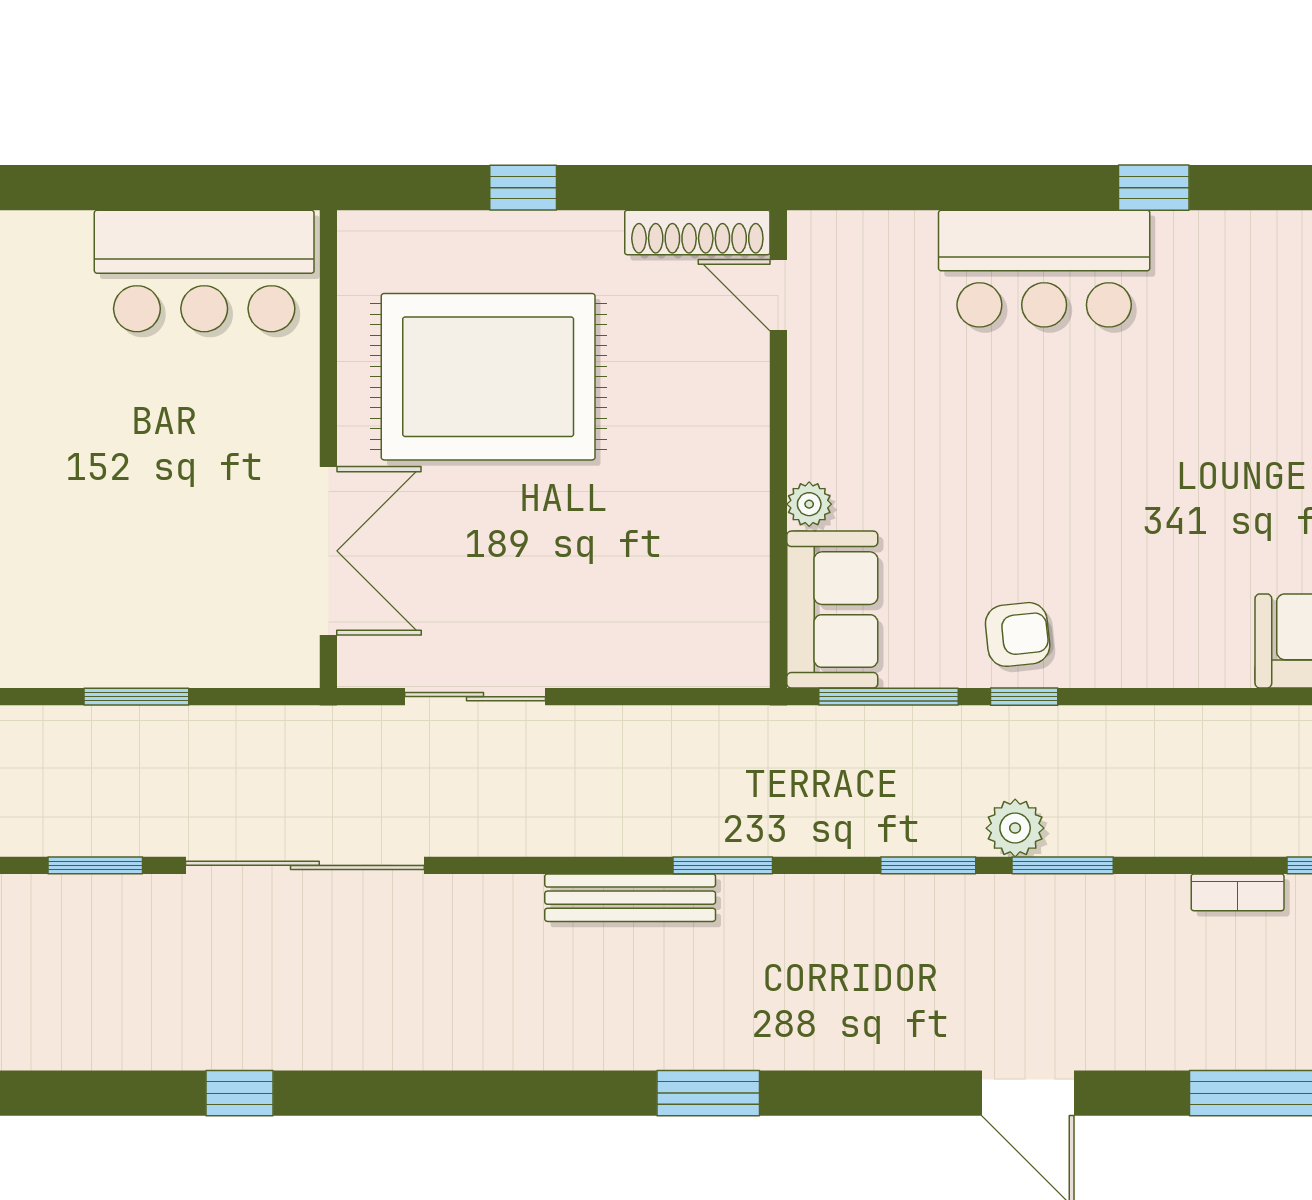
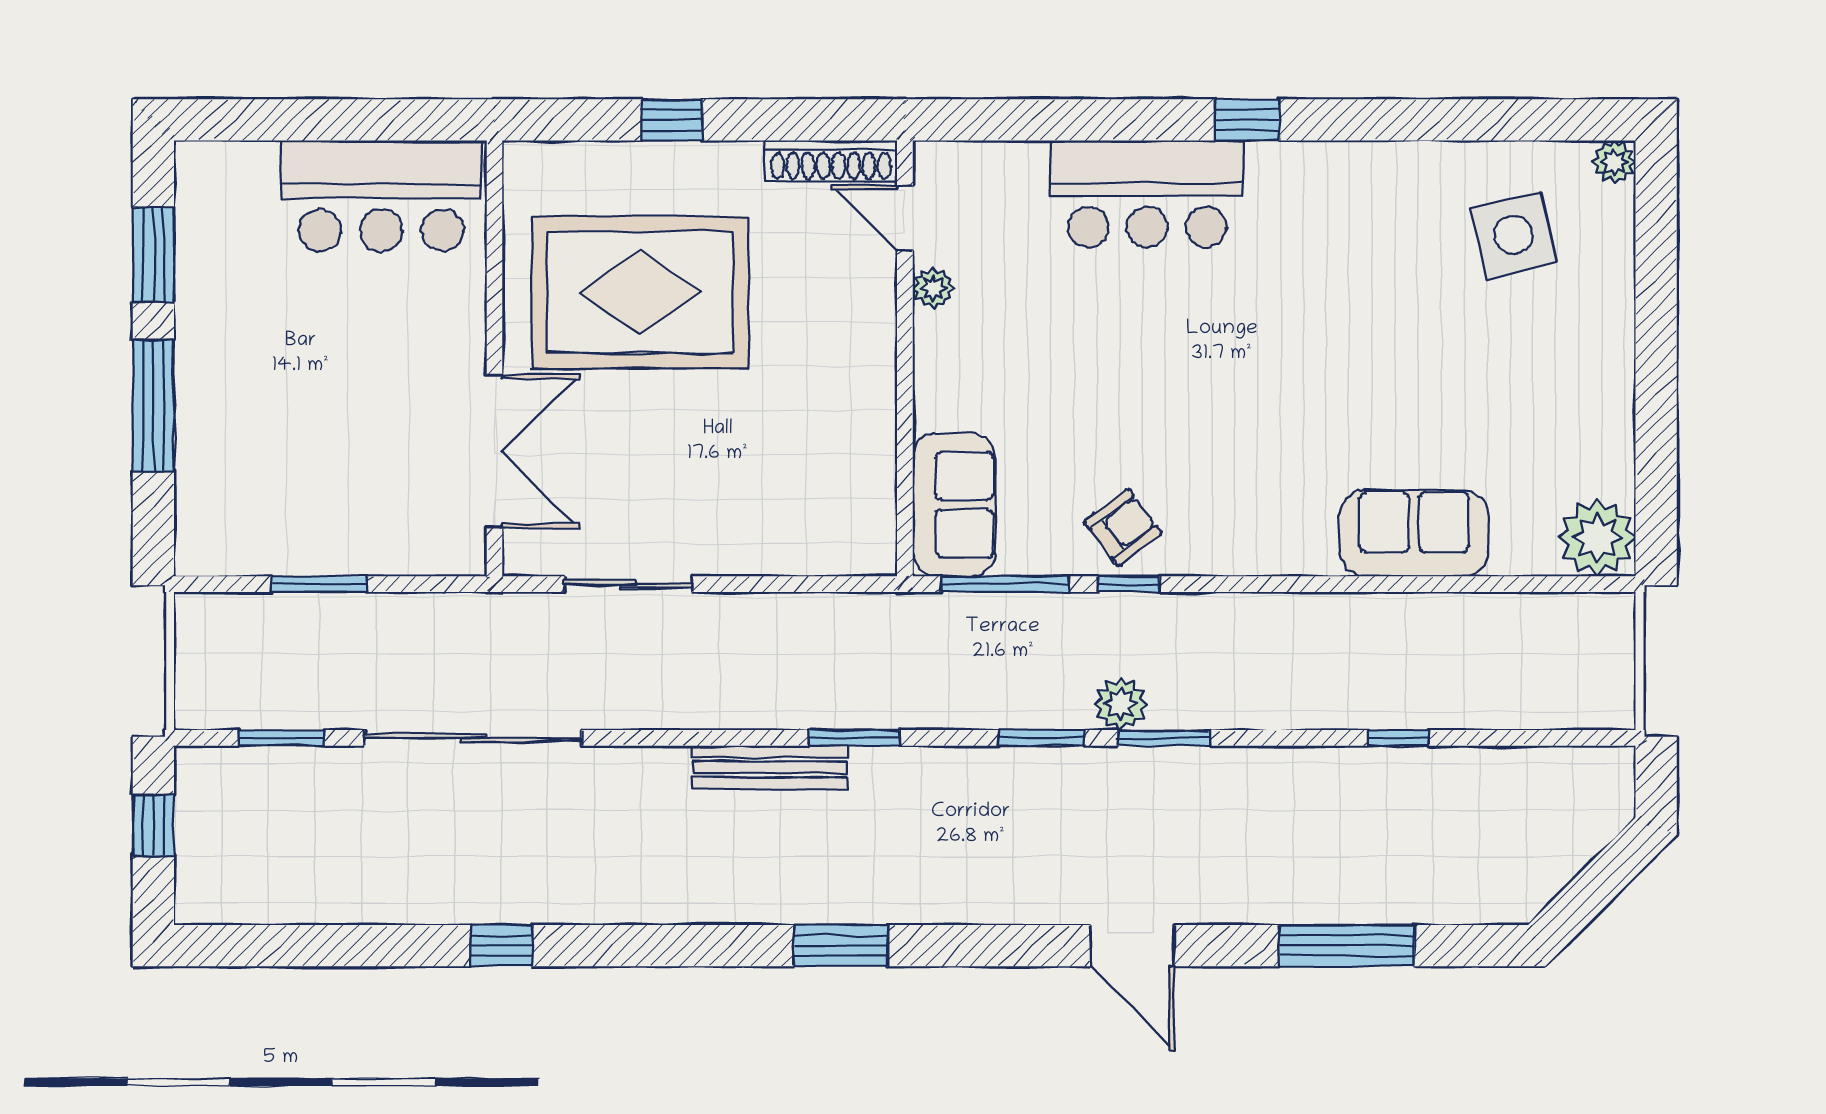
plant: (809, 504) -> (933, 288), moved
armchair: (1018, 634) -> (1123, 527), turned -31
bookcase: (1238, 892) -> (1324, 762), removed
window: (240, 1093) -> (502, 946), moved

